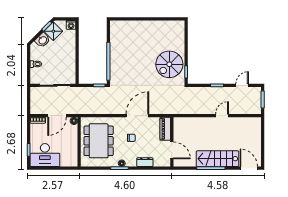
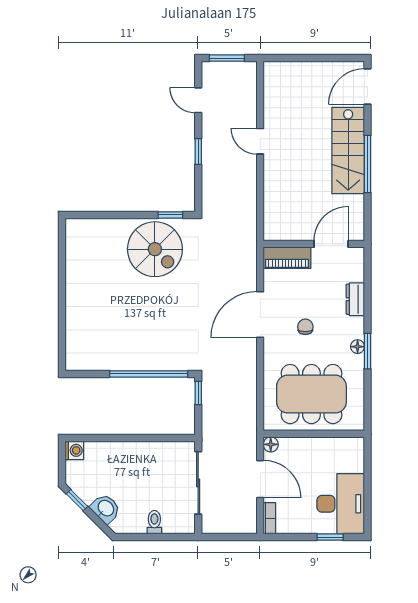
shower: (53, 31) -> (87, 487), removed
door: (137, 116) -> (260, 315), hinge flipped

